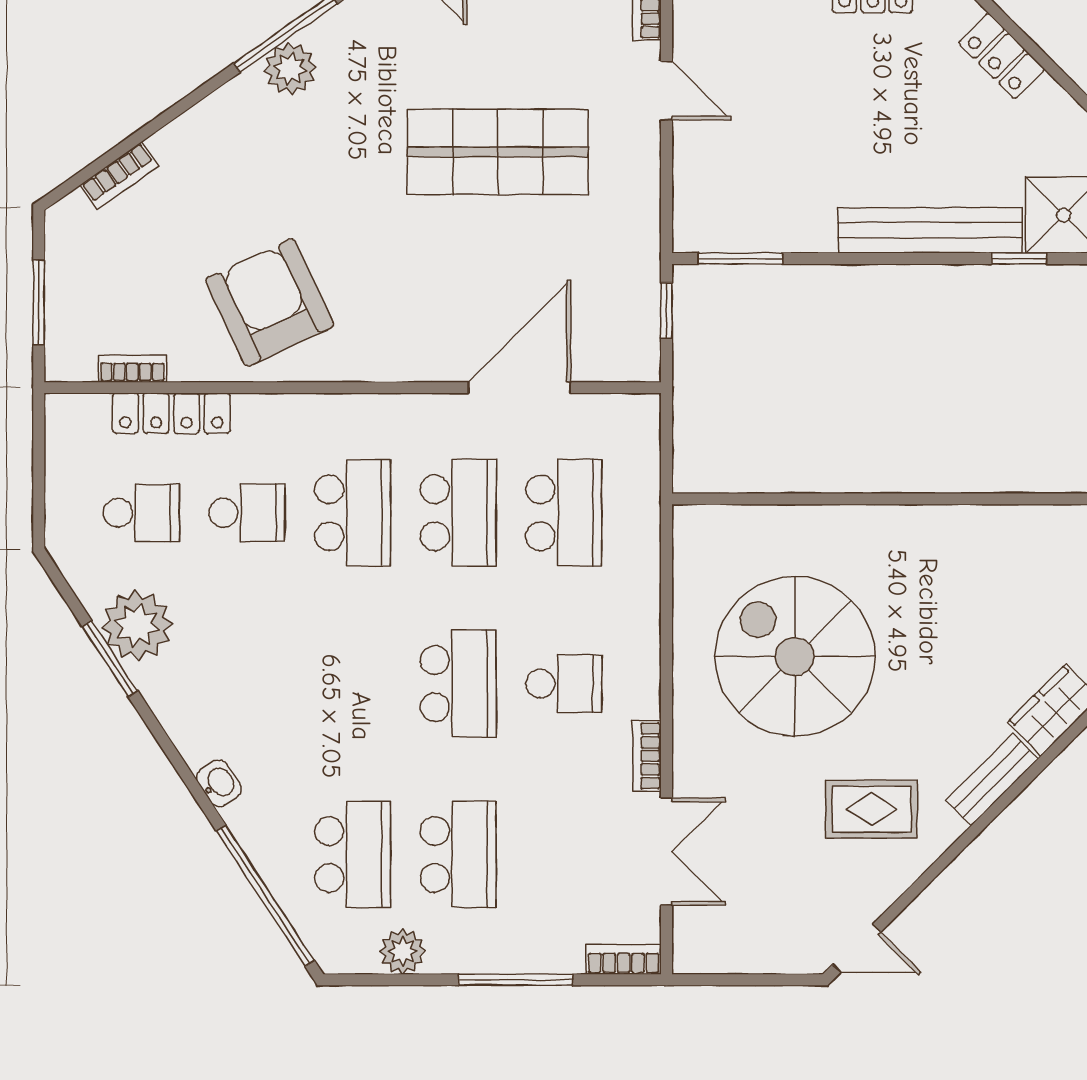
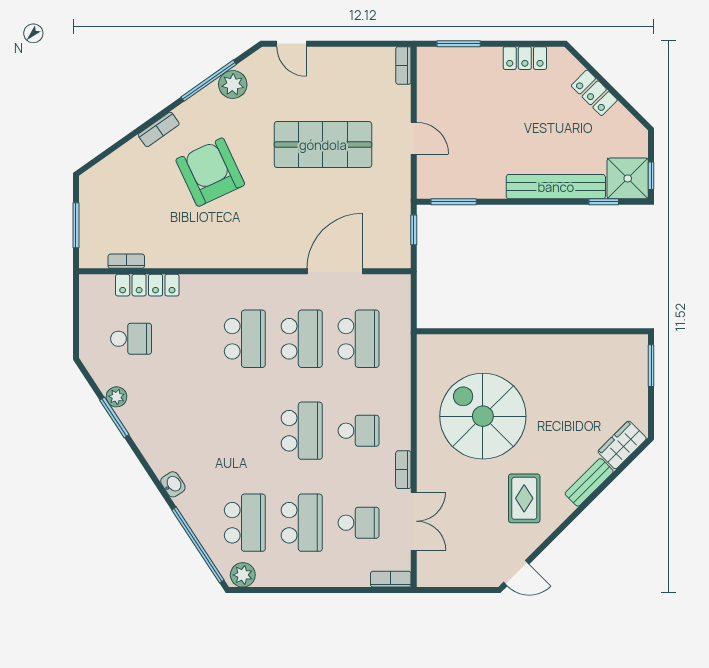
plant: (290, 69) -> (233, 84), moved
door: (666, 90) -> (414, 138), moved
bookcase: (119, 175) -> (159, 129), moved
armchair: (270, 303) -> (210, 172), moved
school desk: (247, 513) -> (359, 523), moved
plant: (137, 625) -> (116, 397), width x0.53, depth x0.53
rug: (872, 809) -> (524, 498), turned 90
plant: (403, 951) -> (243, 575), moved
window: (516, 980) -> (333, 590), removed

